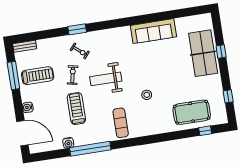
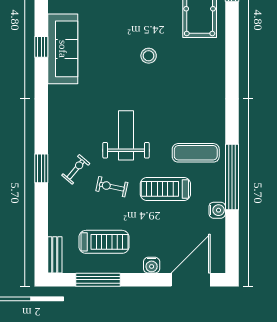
window: (153, 18) -> (41, 47), added
treadmill: (38, 76) -> (104, 242), turned 90
weight bench: (106, 79) -> (126, 135), turned 180
stool: (147, 95) -> (149, 56), moved
exercise mat: (121, 123) -> (196, 153), moved

